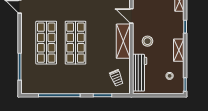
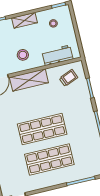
workbench: (140, 73) -> (57, 55), width x0.73

